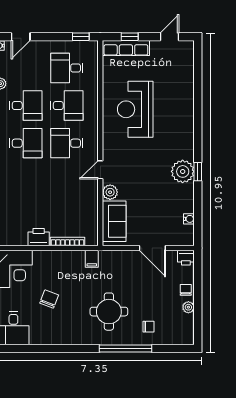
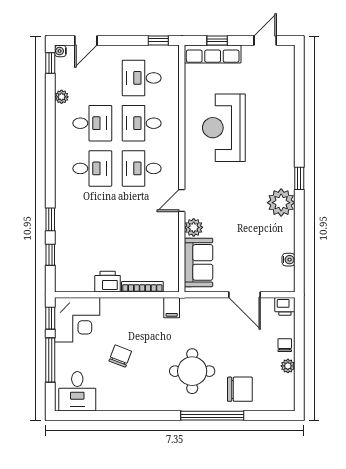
desk: (67, 106) -> (142, 123), turned 180
window: (198, 172) -> (299, 178), moved
chair: (148, 327) -> (240, 389), width x1.87, depth x1.87

